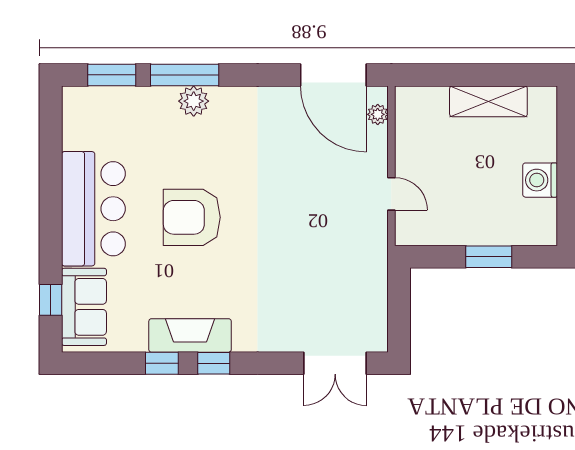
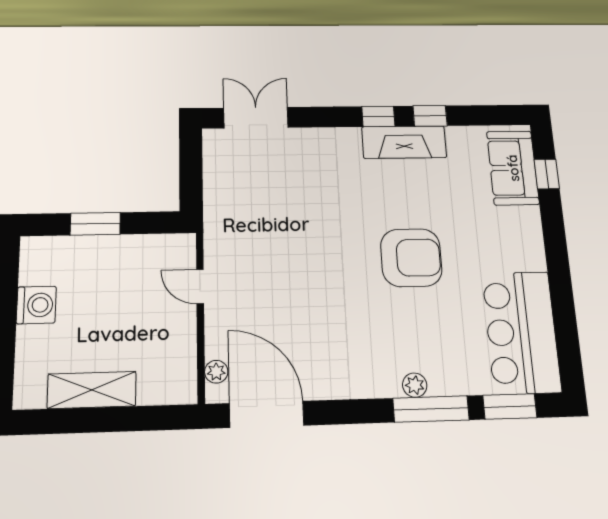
plant: (194, 101) -> (415, 385), width x0.73, depth x0.73
bar counter: (93, 209) -> (521, 332), moved

